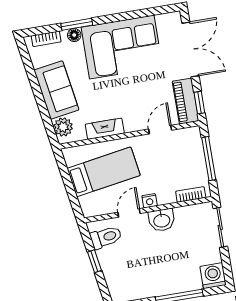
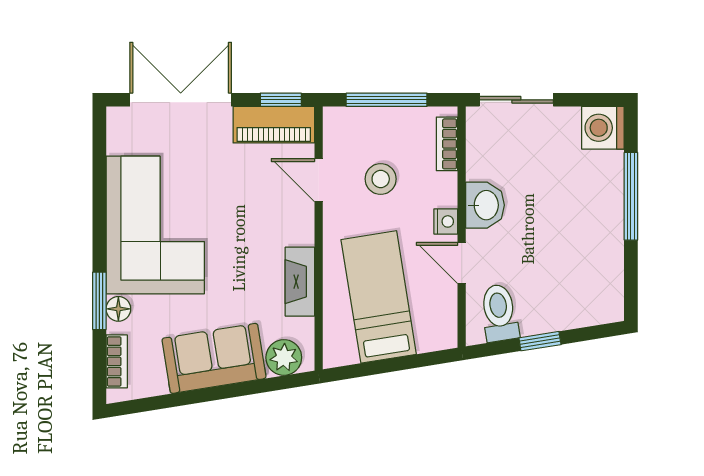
stool: (166, 162) -> (381, 179), added

